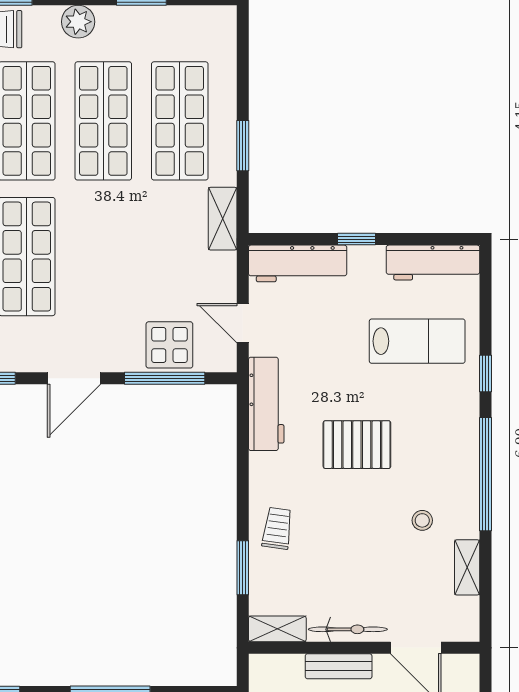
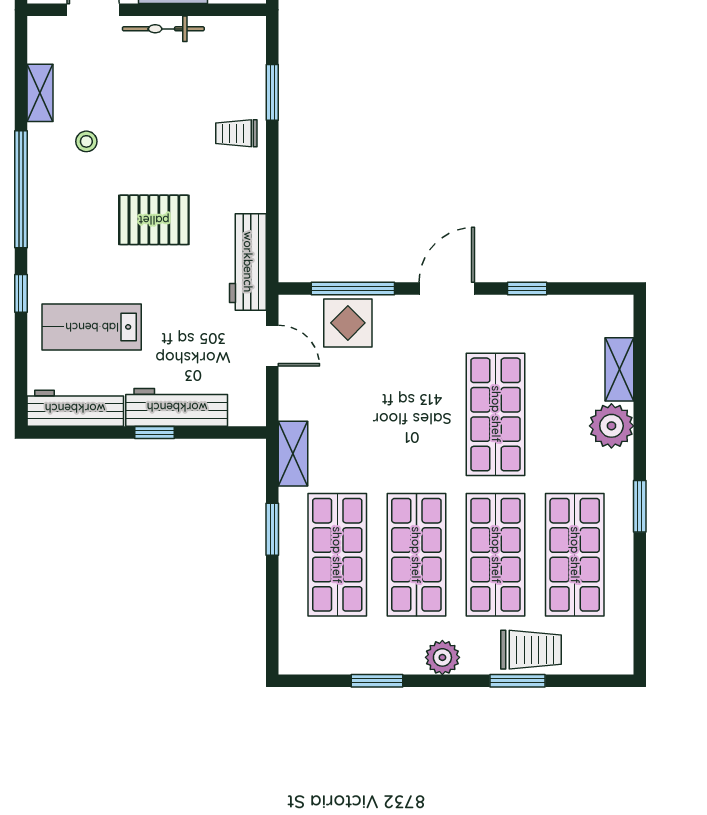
workbench: (298, 263) -> (177, 407), moved
trolley: (277, 528) -> (236, 133), turned 82
shelving: (277, 629) -> (236, 29), removed

